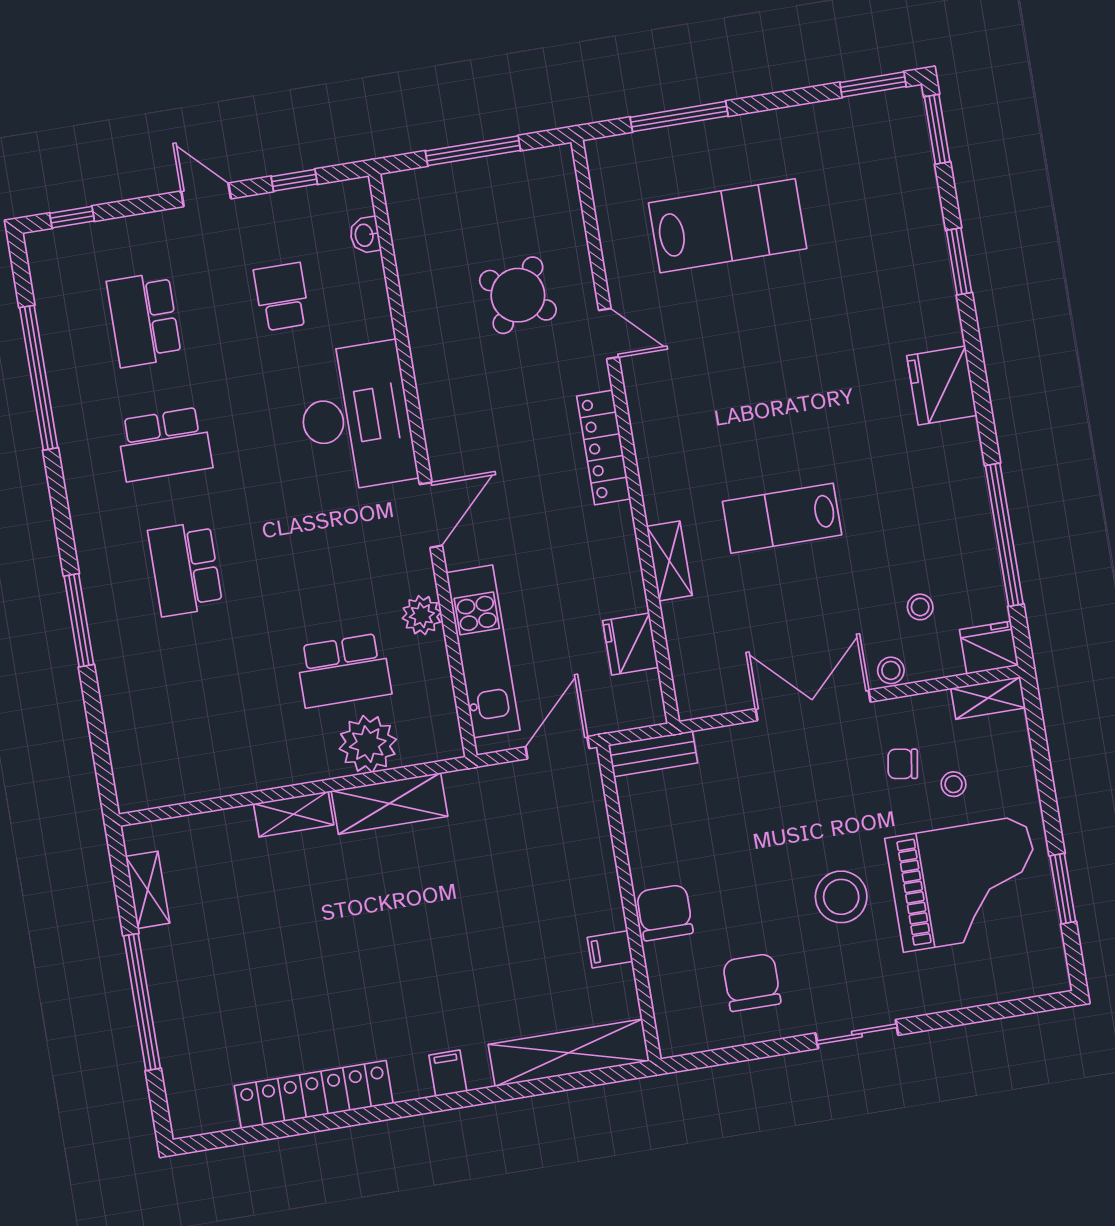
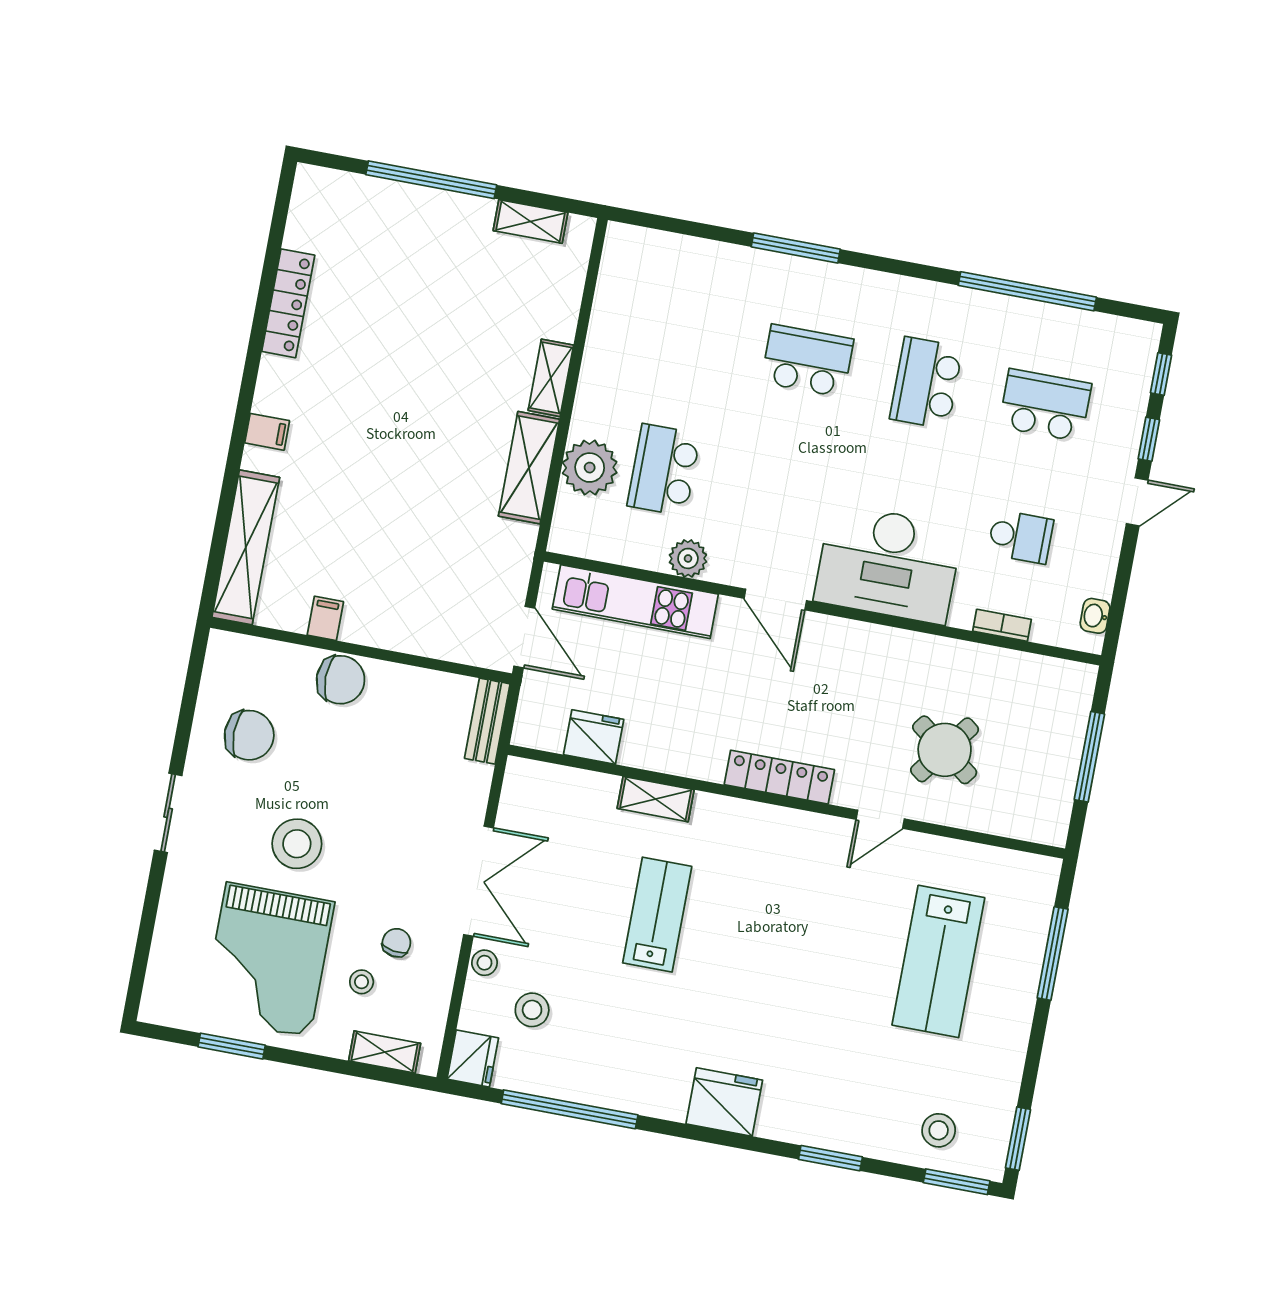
stool: (893, 165) -> (939, 1130), added
window: (294, 180) -> (1149, 439), moved
washbasin: (365, 235) -> (1095, 616), moved, turned -90
bookcase: (375, 283) -> (1002, 625), added
stool: (920, 607) -> (532, 1010), width x1.37, depth x1.37
shelving: (988, 698) -> (385, 1052), moved, turned 90
locker: (314, 1095) -> (288, 303), width x0.71, depth x0.83

